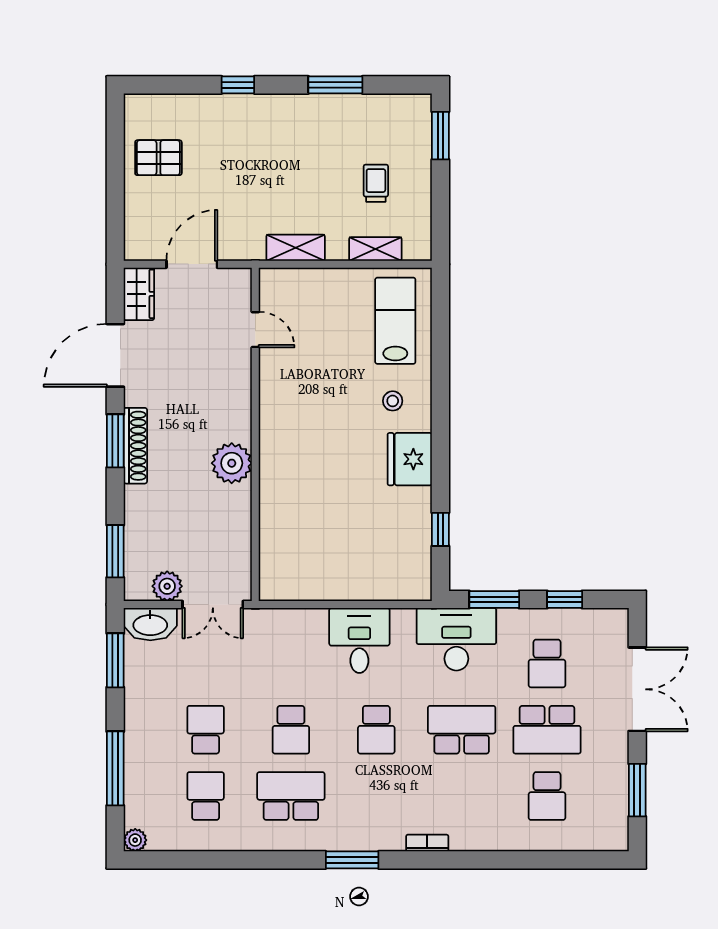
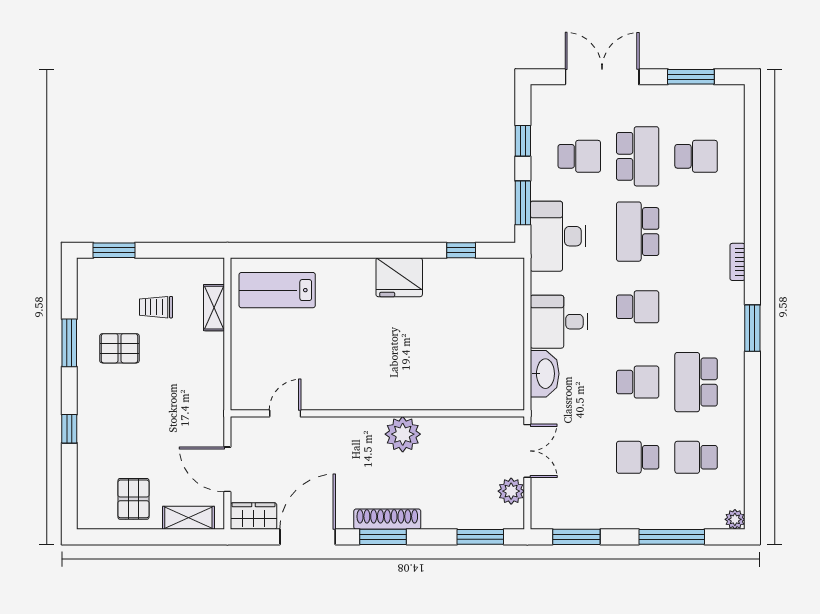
pallet: (329, 142) -> (119, 348), added
shelving: (296, 248) -> (188, 518), moved, turned 90
door: (115, 355) -> (308, 537), swing flipped
stool: (393, 401) -> (348, 292), removed
washbasin: (150, 624) -> (545, 374), moved

